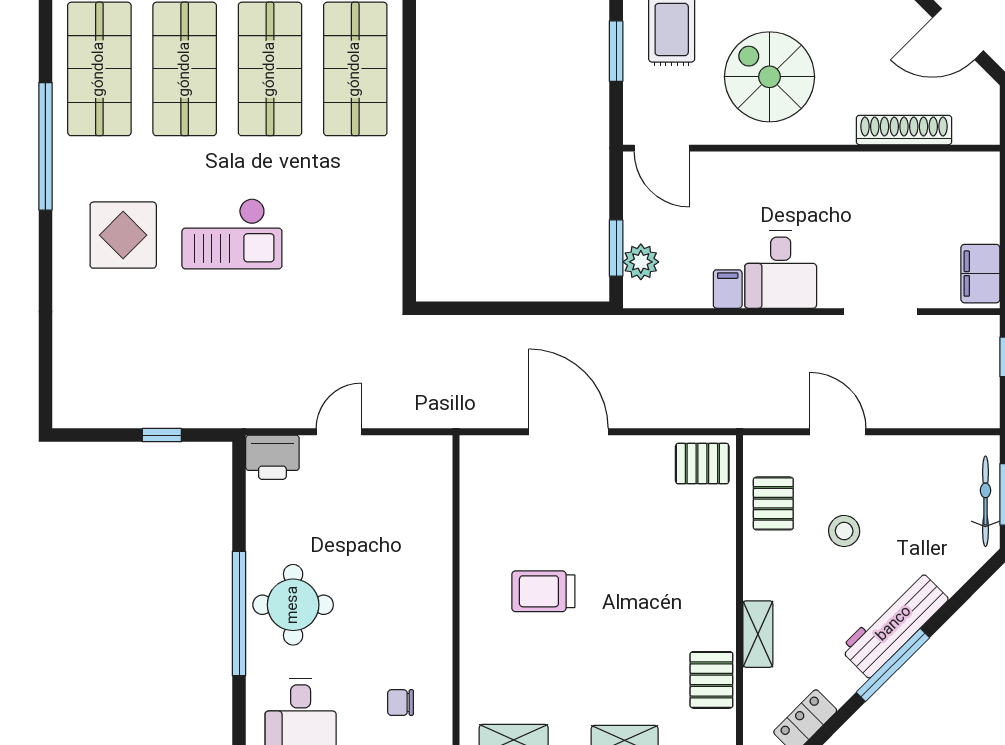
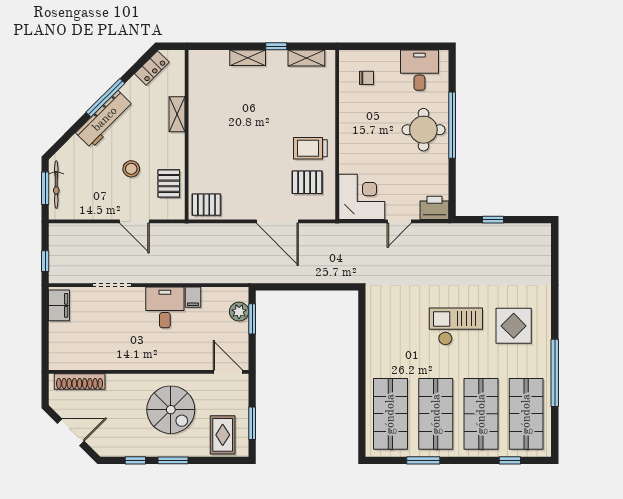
shoe rack: (904, 130) -> (80, 381), moved
corner desk: (410, 478) -> (362, 197), added
trolley: (543, 591) -> (310, 148), moved, turned 180
pallet: (711, 680) -> (307, 182), moved, turned 90

